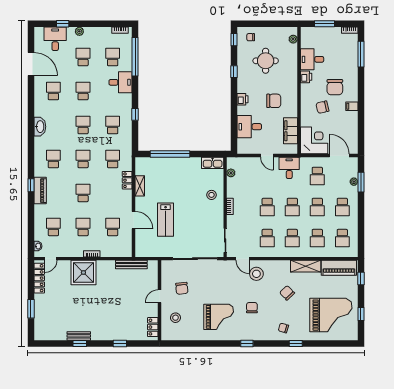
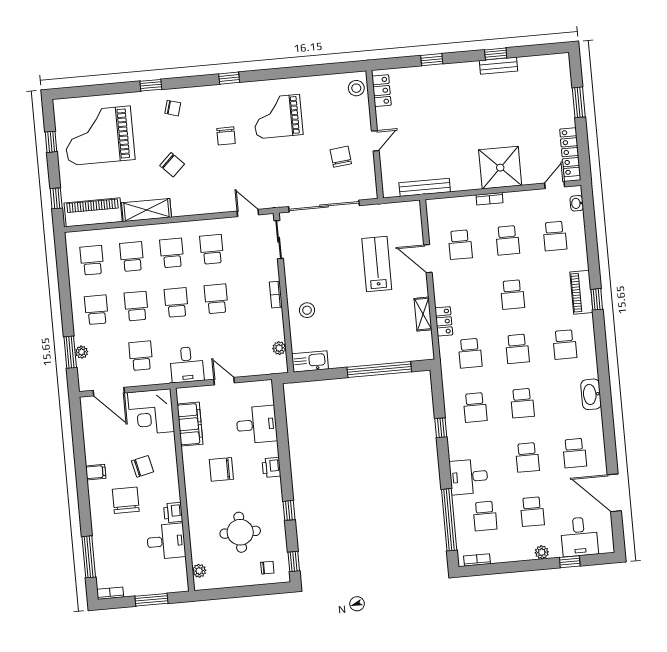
stool: (256, 274) -> (224, 191), removed
stool: (175, 318) -> (356, 88), moved

